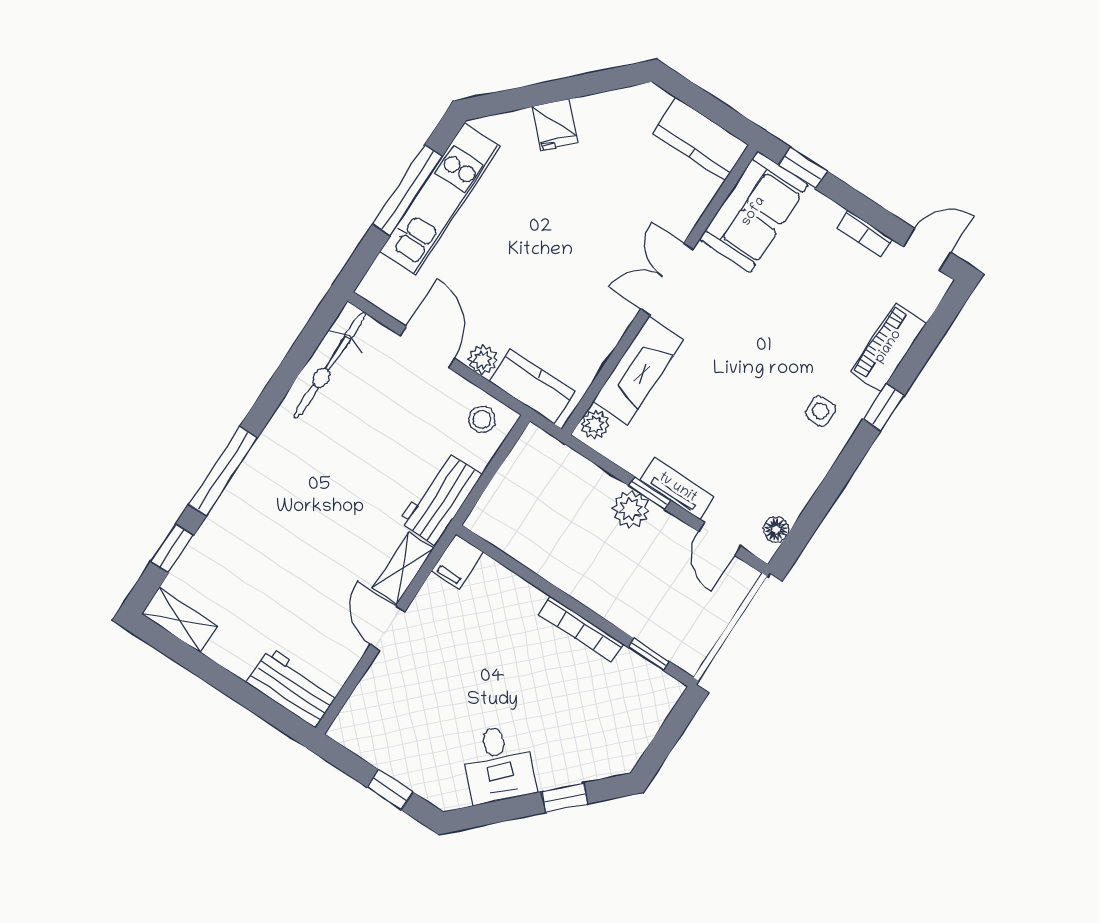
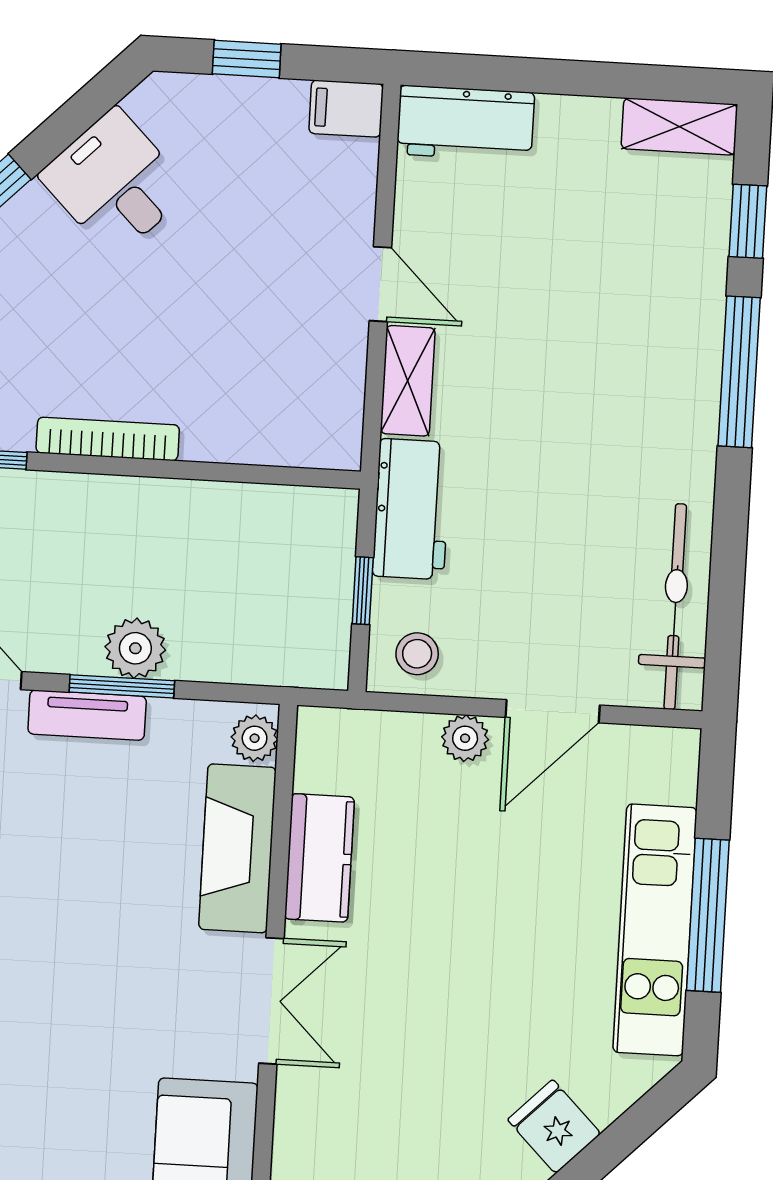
door: (427, 347) -> (553, 711), hinge flipped
kitchen counter: (532, 386) -> (320, 858), moved, turned -90
window: (492, 470) -> (363, 591), added
window: (650, 493) -> (122, 686), width x1.50
filing cabinet: (458, 562) -> (346, 109), moved, turned -90

